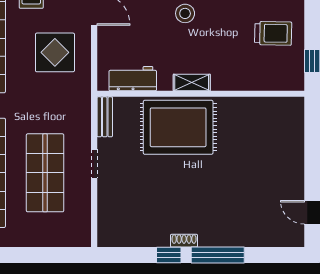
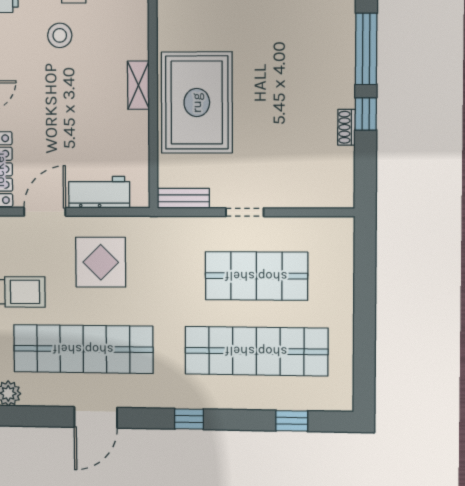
stool: (185, 13) -> (60, 35), moved
workbench: (133, 79) -> (99, 192), moved, turned 90
shoe rack: (184, 241) -> (346, 127), moved

